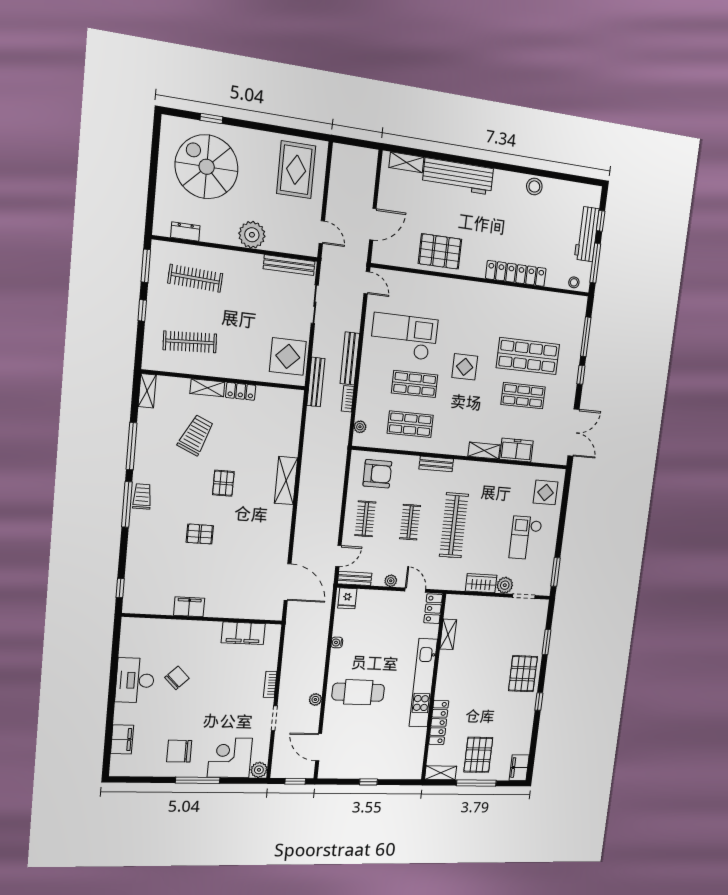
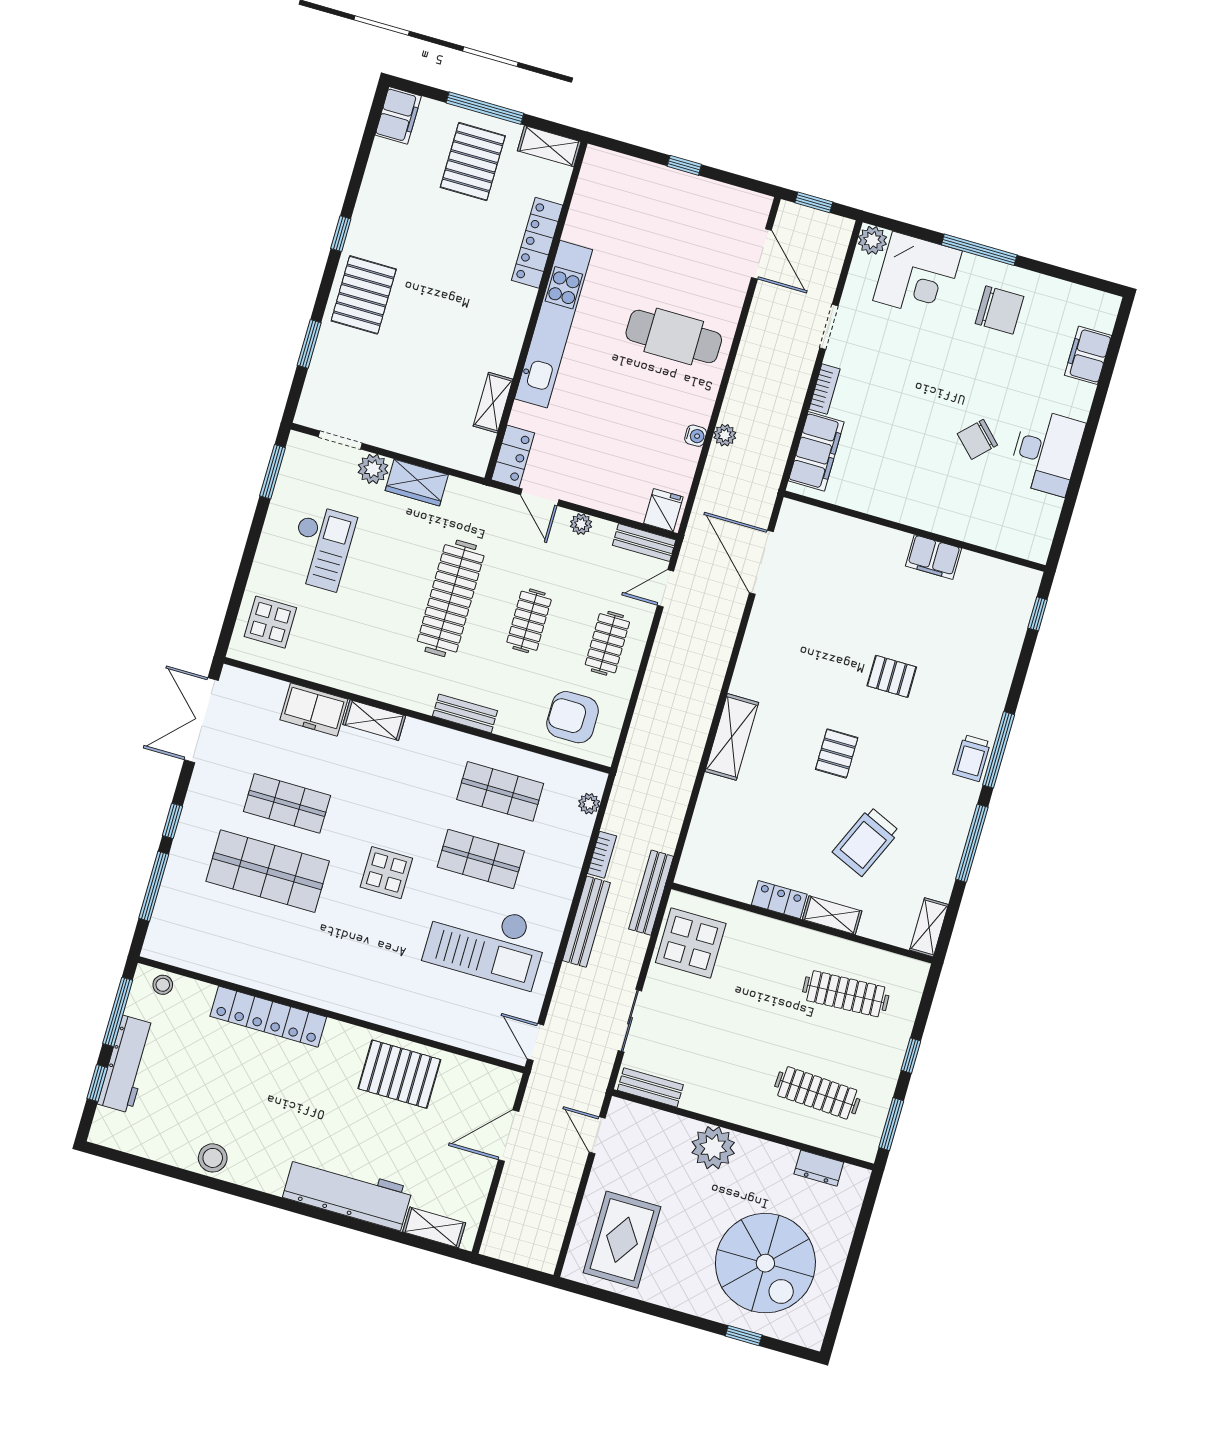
bench: (289, 265) -> (650, 1087), width x0.73
filing cabinet: (243, 633) -> (816, 451), moved, turned 90
plant: (315, 699) -> (725, 435), moved

